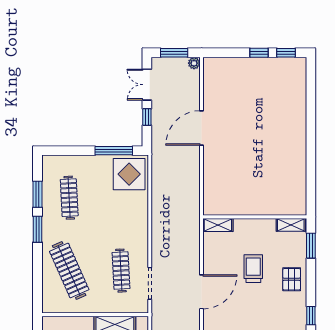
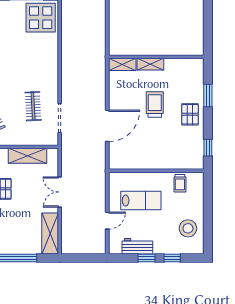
shelving: (291, 225) -> (150, 64), moved
window: (311, 246) -> (208, 95), moved
clothes rail: (121, 271) -> (33, 106), width x0.73

